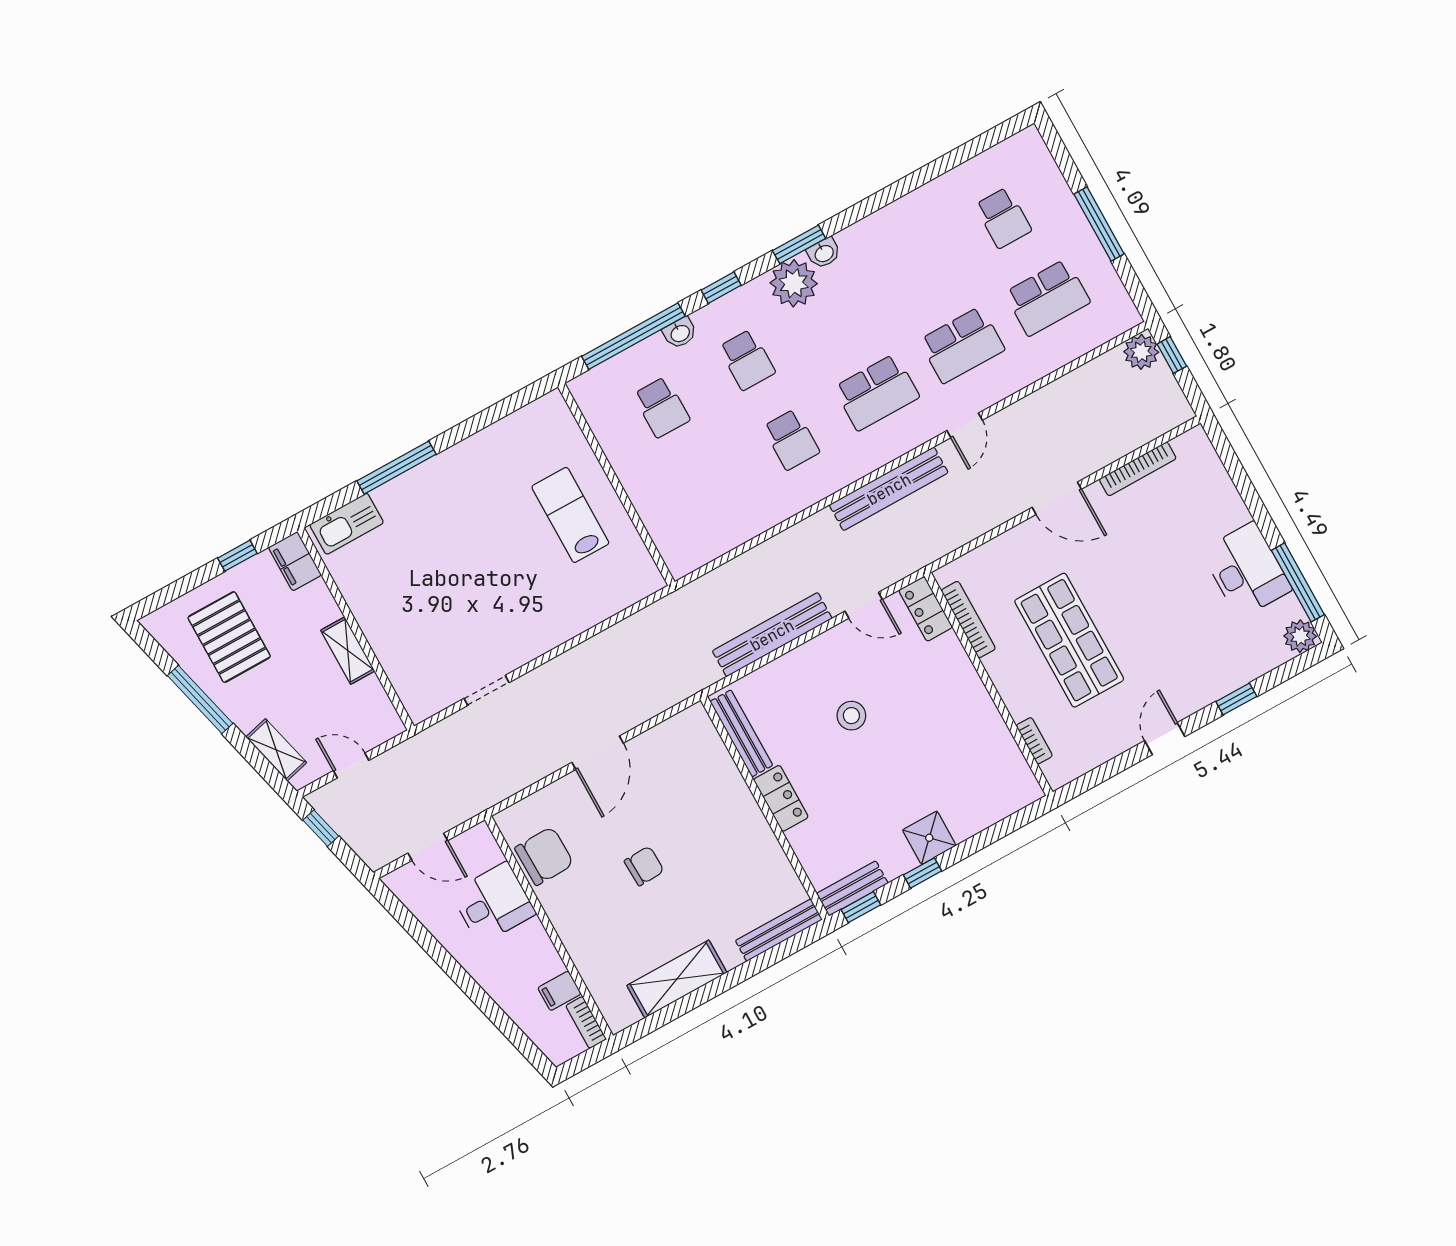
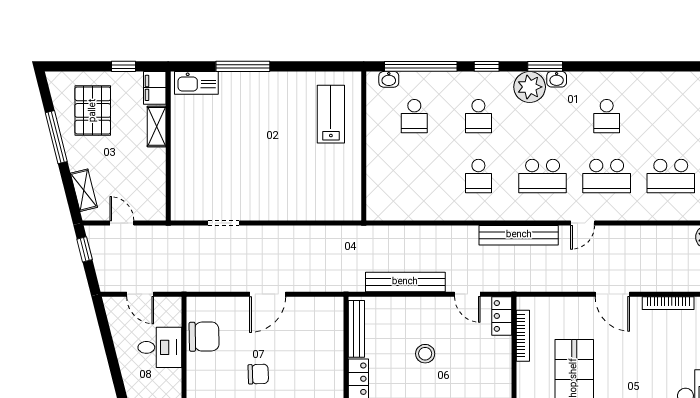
school desk: (1003, 218) -> (607, 116), moved
washbasin: (680, 333) -> (389, 79), moved
lab bench: (570, 515) -> (331, 114), moved
shelving: (348, 651) -> (157, 126), moved

